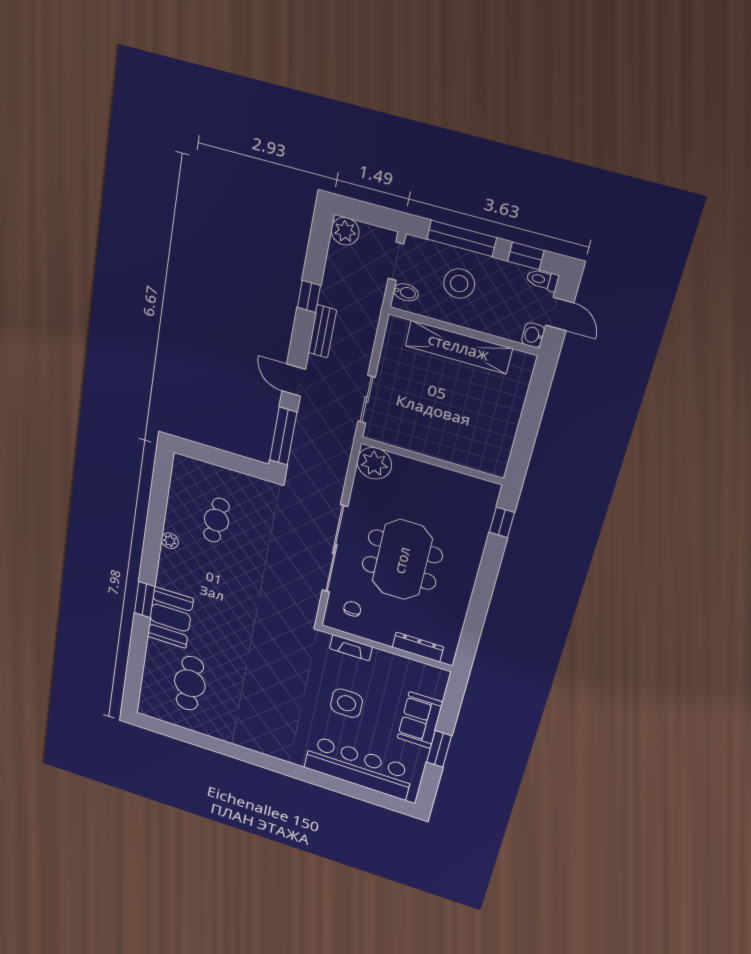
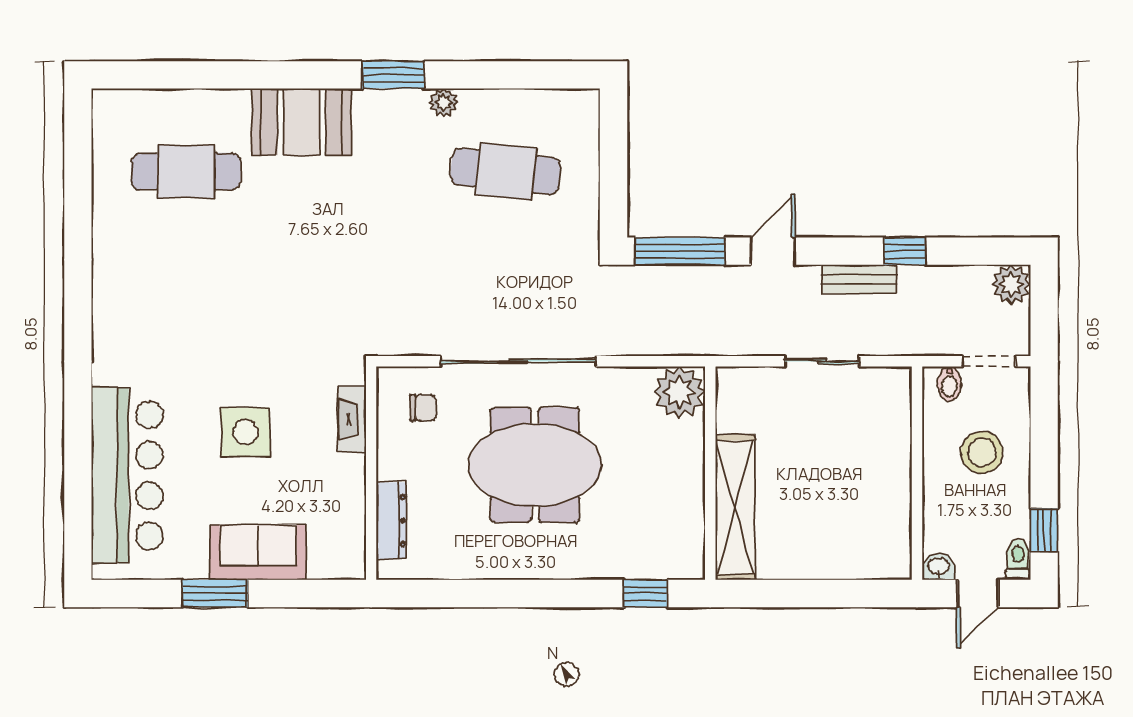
window: (462, 238) -> (1044, 442), removed
shelving: (459, 347) -> (735, 507), moved
sliding door: (367, 399) -> (822, 361), moved
cafe table: (216, 520) -> (505, 171), width x1.37, depth x1.35
window: (144, 600) -> (393, 75), moved

